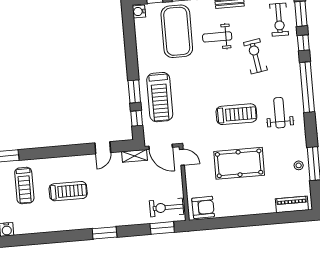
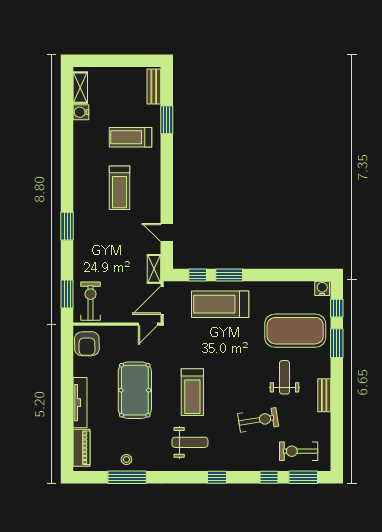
window: (307, 87) -> (217, 477), width x0.32
tv unit: (254, 209) -> (80, 403), added

